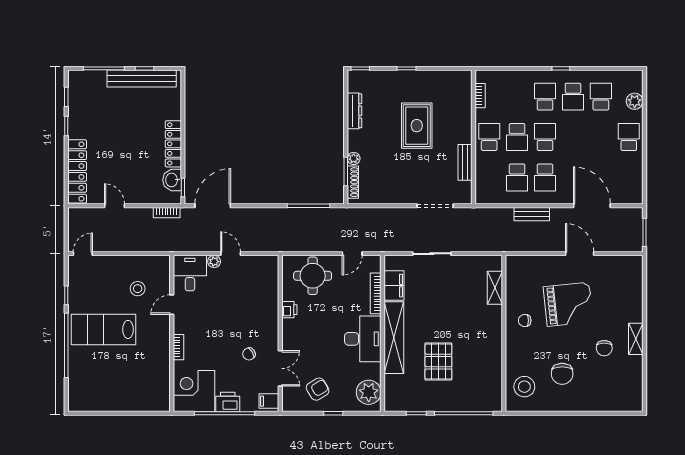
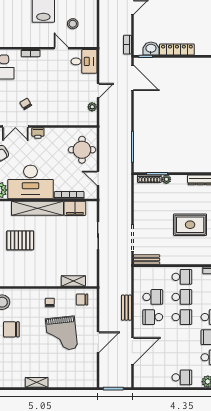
school desk: (517, 137) -> (182, 297), turned 180
bench: (465, 162) -> (147, 260), moved
school desk: (517, 177) -> (153, 297), turned 180
plant: (214, 262) -> (92, 107), moved
printer: (289, 310) -> (38, 133), moved
desk: (363, 339) -> (31, 182), width x1.36, depth x1.30
chair: (604, 348) -> (82, 299), moved

